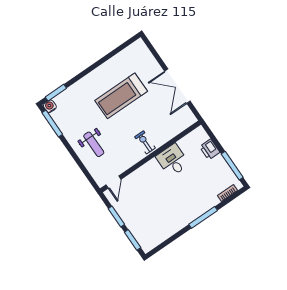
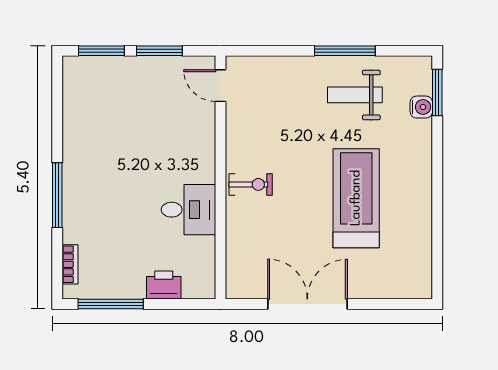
water cooler: (50, 106) -> (421, 107), moved
window: (52, 123) -> (345, 51), moved
weight bench: (94, 144) -> (355, 95), moved

